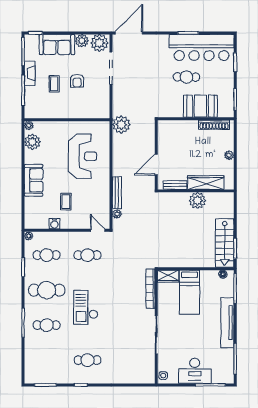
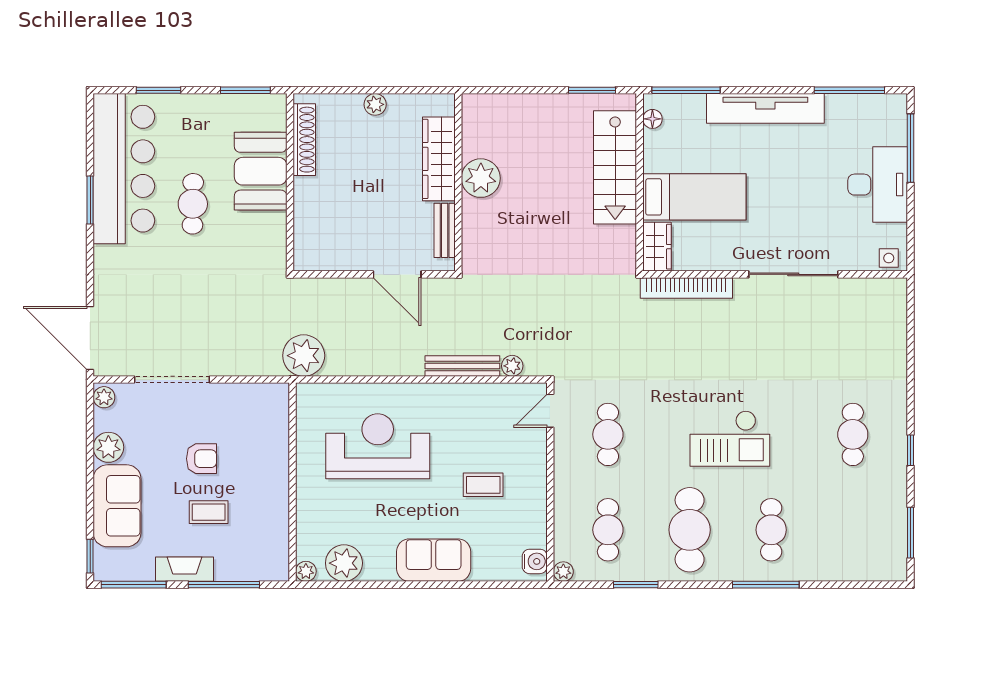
plant: (99, 43) -> (104, 397), width x0.53, depth x0.53
water cooler: (54, 224) -> (535, 561), moved
stairs: (225, 243) -> (615, 167), moved, turned 90

